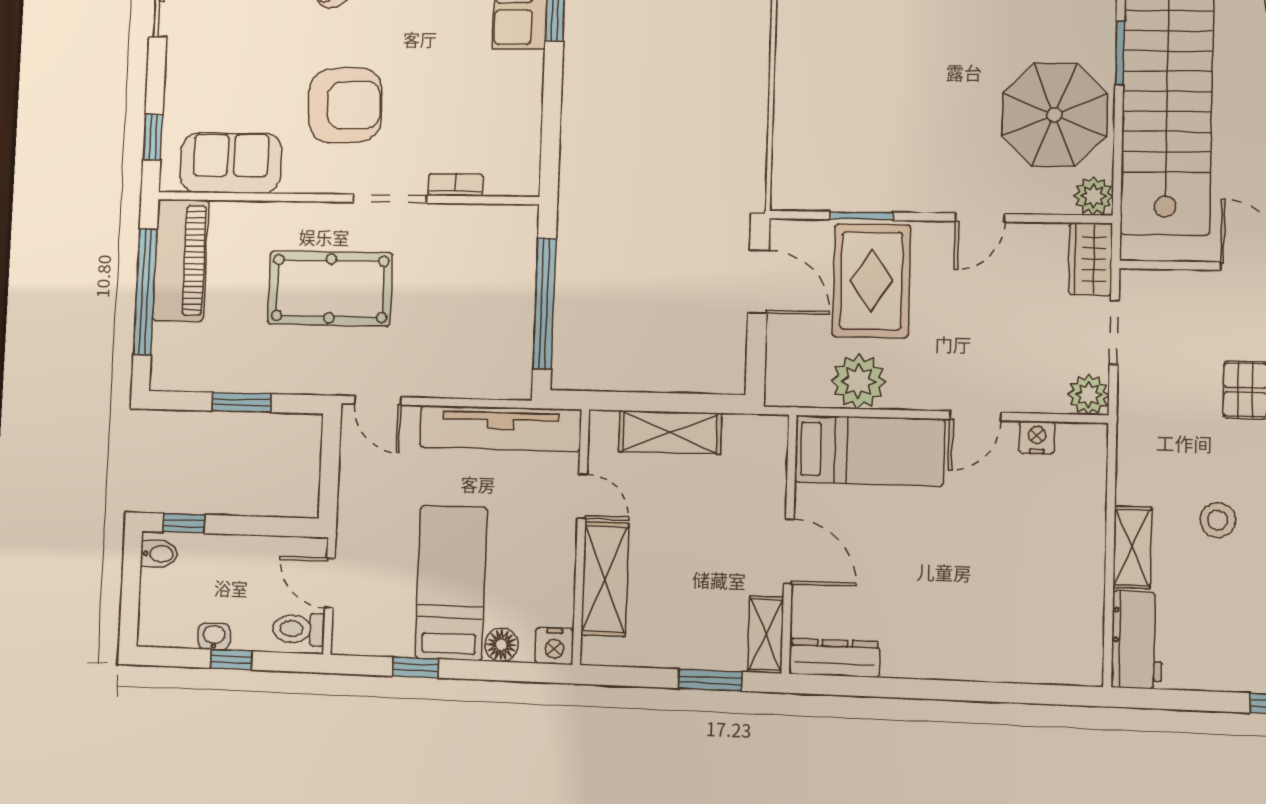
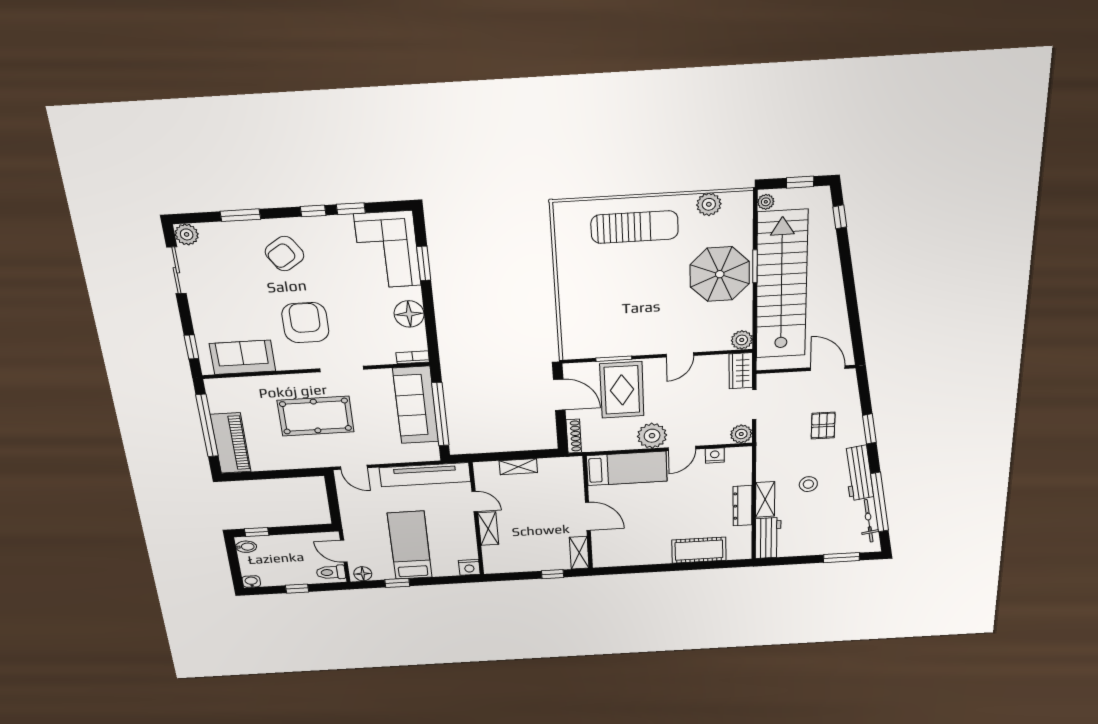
floor lamp: (518, 102) -> (409, 314), added
armchair: (345, 105) -> (305, 323), turned -88
parasol: (1055, 115) -> (720, 274), moved
bookcase: (456, 185) -> (413, 357), moved
piano: (181, 260) -> (231, 443), moved
sofa: (504, 281) -> (416, 405), added
shoe rack: (777, 371) -> (574, 436), added
plant: (858, 381) -> (652, 436), moved
window: (242, 402) -> (276, 474), removed
shelving: (670, 432) -> (518, 467), width x0.67, depth x0.75
shelving: (605, 579) -> (488, 529), width x0.67, depth x0.75
washbasin: (214, 636) -> (251, 582), moved
floor lamp: (501, 645) -> (363, 574), moved
cot: (999, 654) -> (699, 550), added
dresser: (835, 658) -> (742, 506), moved, turned -90
window: (710, 680) -> (553, 574), width x0.67

